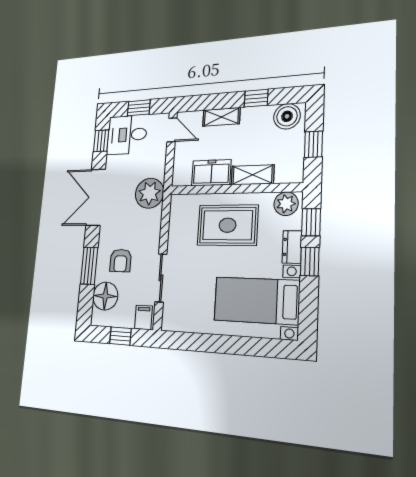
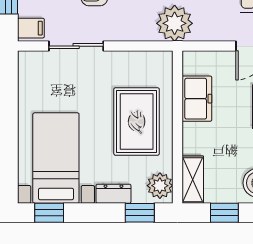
shelving: (253, 175) -> (193, 180), moved
window: (310, 262) -> (49, 213), moved

